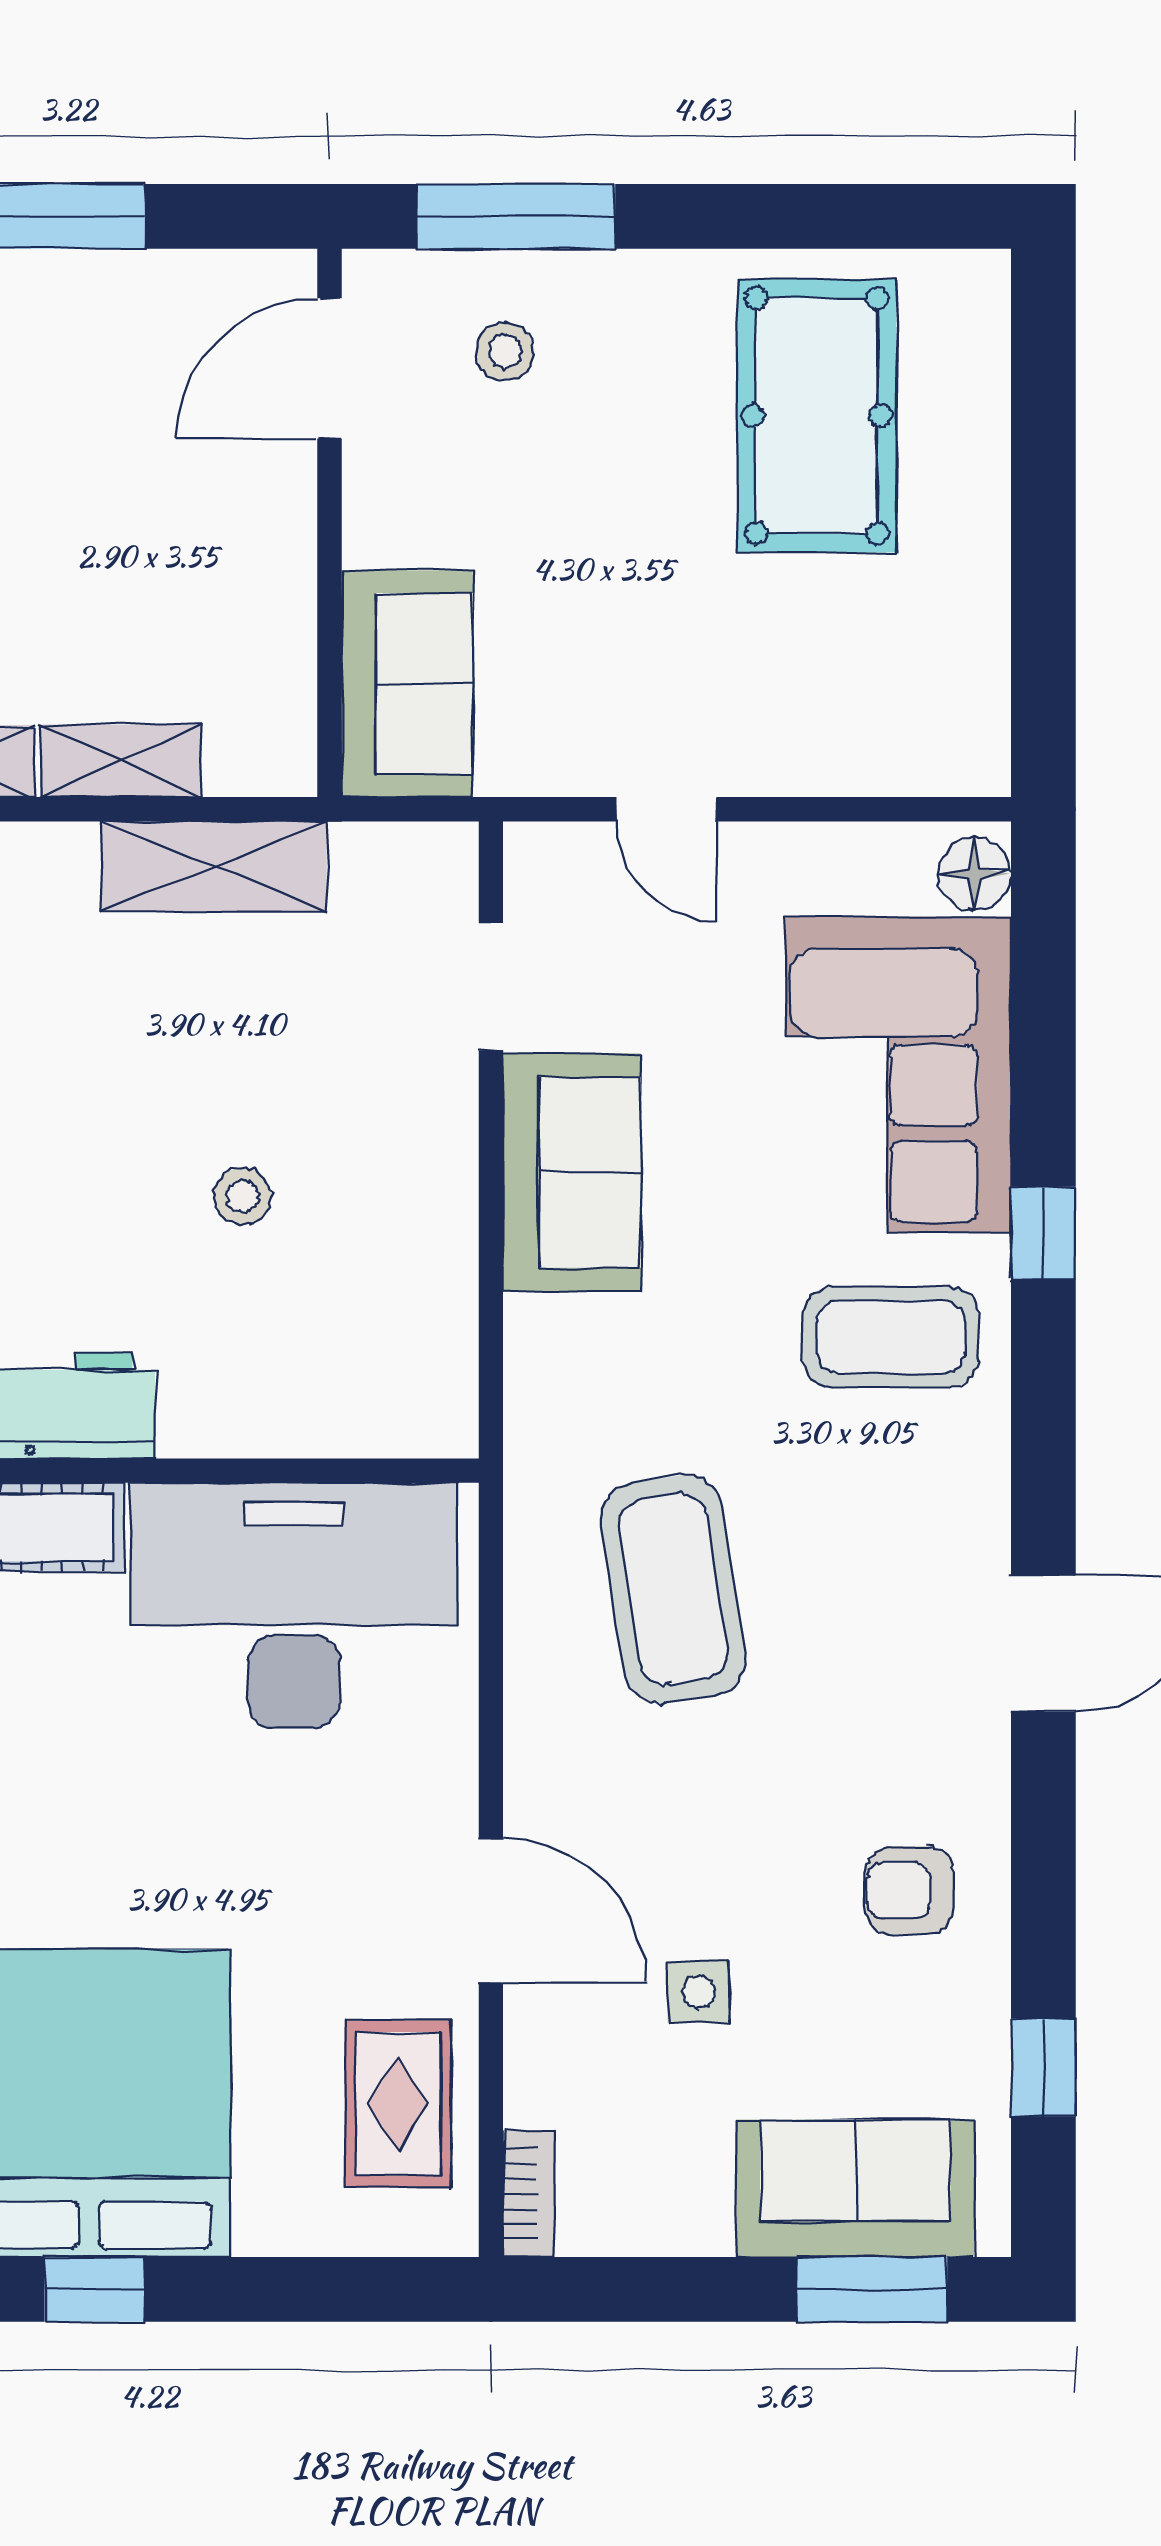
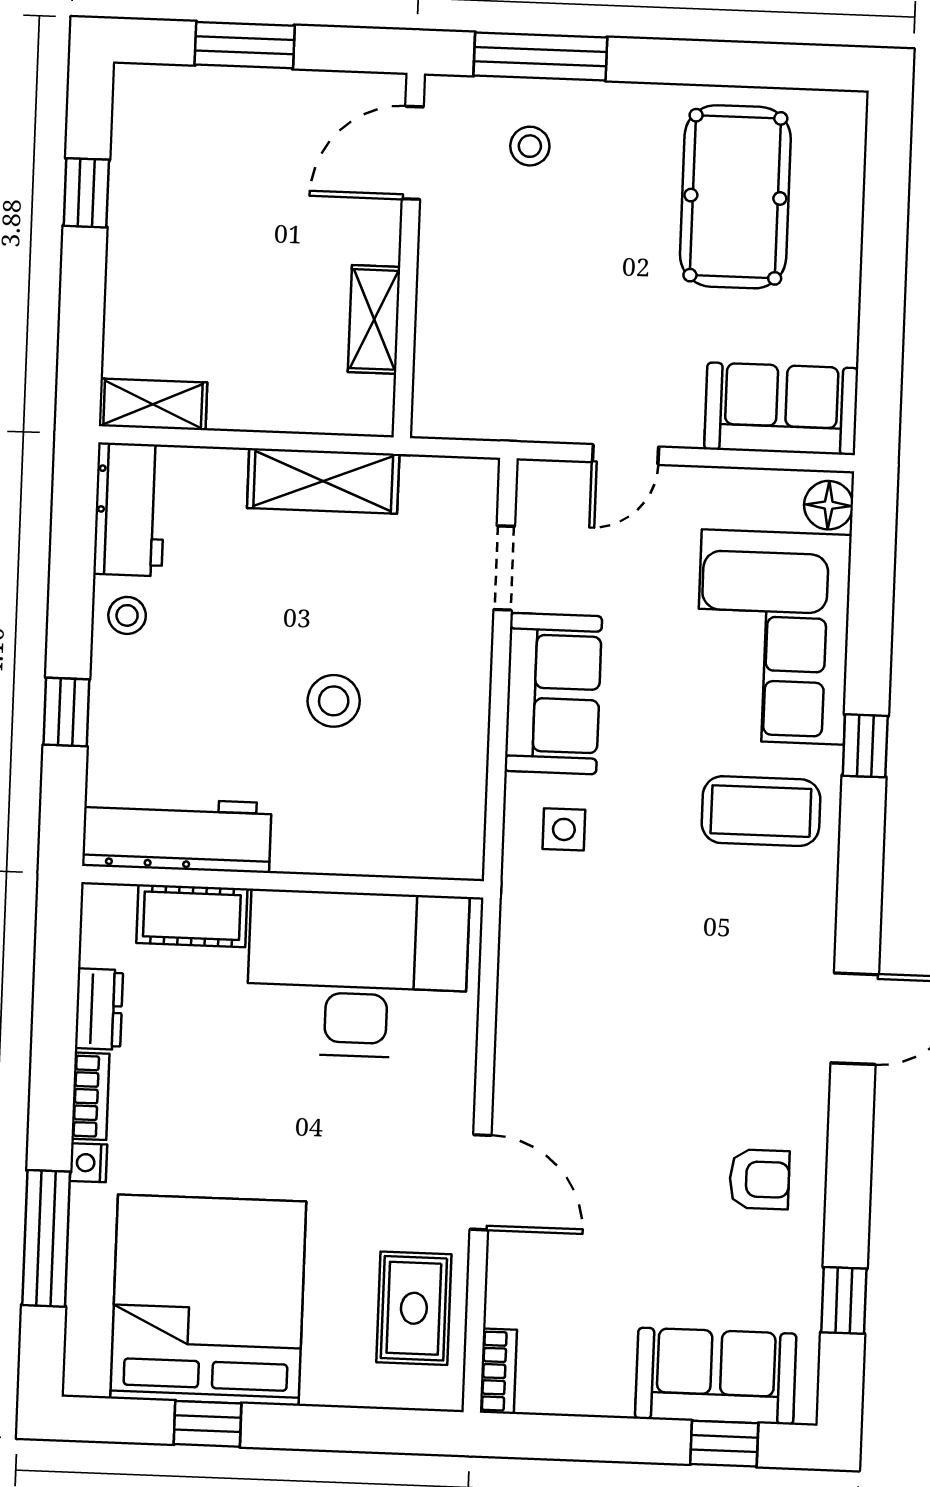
sofa: (407, 684) -> (781, 409), moved, turned -90
shelving: (121, 761) -> (374, 319), moved, turned 90
door: (667, 809) -> (625, 454), hinge flipped
stool: (242, 1196) -> (334, 701), width x1.37, depth x1.37
coffee table: (673, 1589) -> (610, 973), removed
armchair: (909, 1890) -> (759, 1179), turned 180
side table: (699, 1992) -> (564, 829), moved
window: (872, 2289) -> (724, 1444), width x0.67

